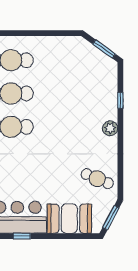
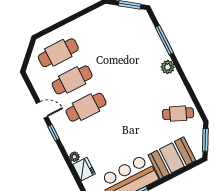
window: (120, 100) -> (164, 40), width x2.17

